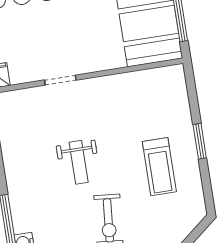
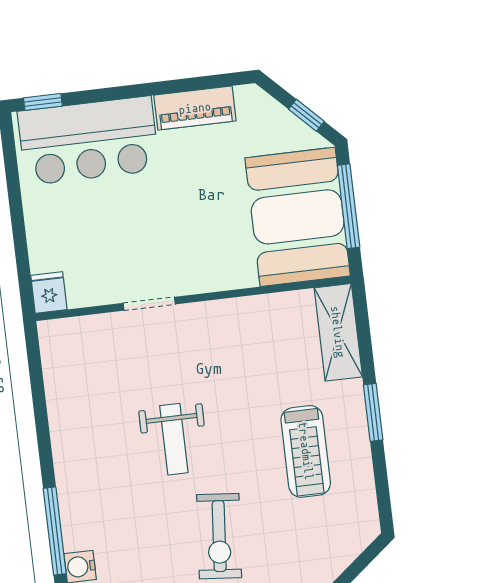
shelving: (176, 93) -> (338, 332), added

